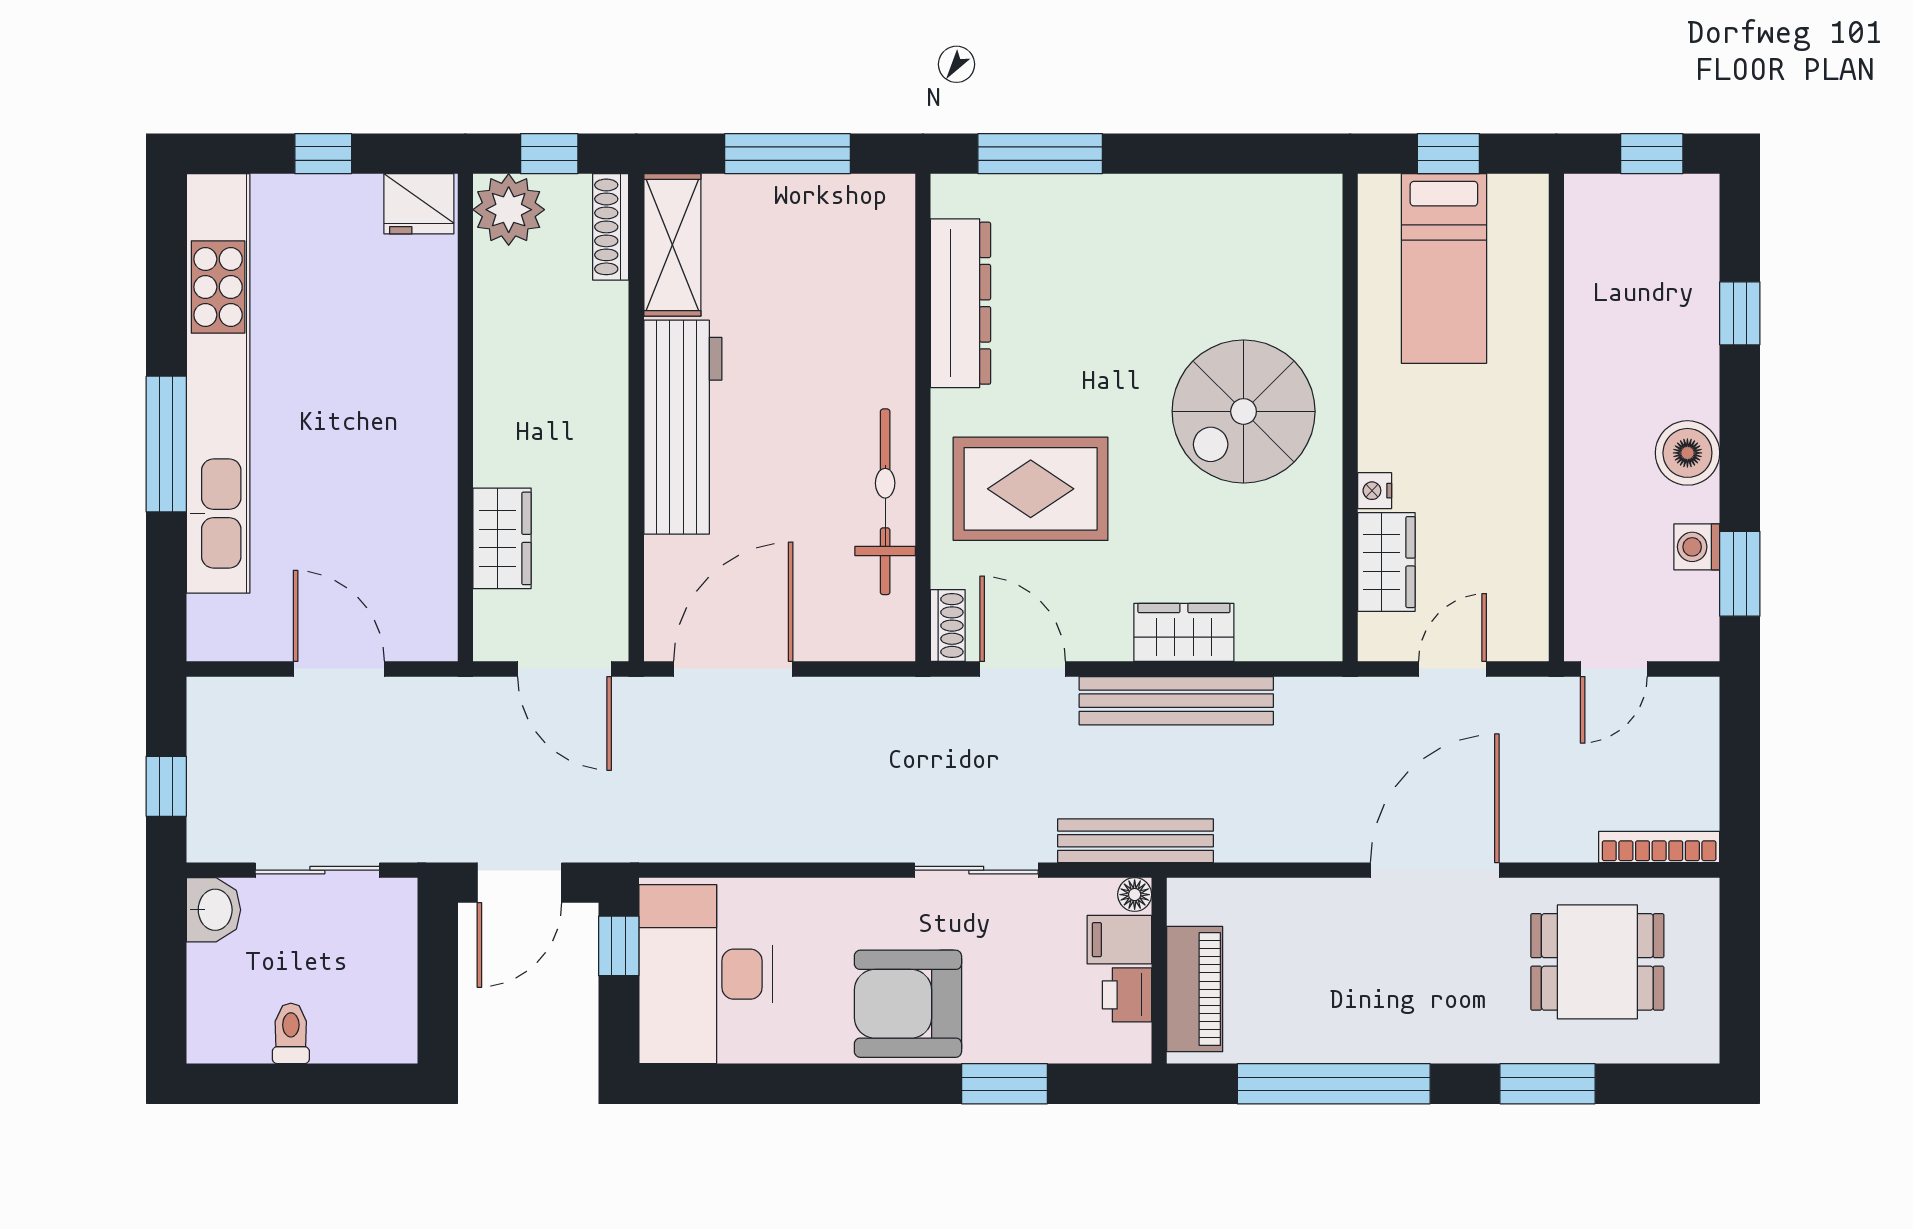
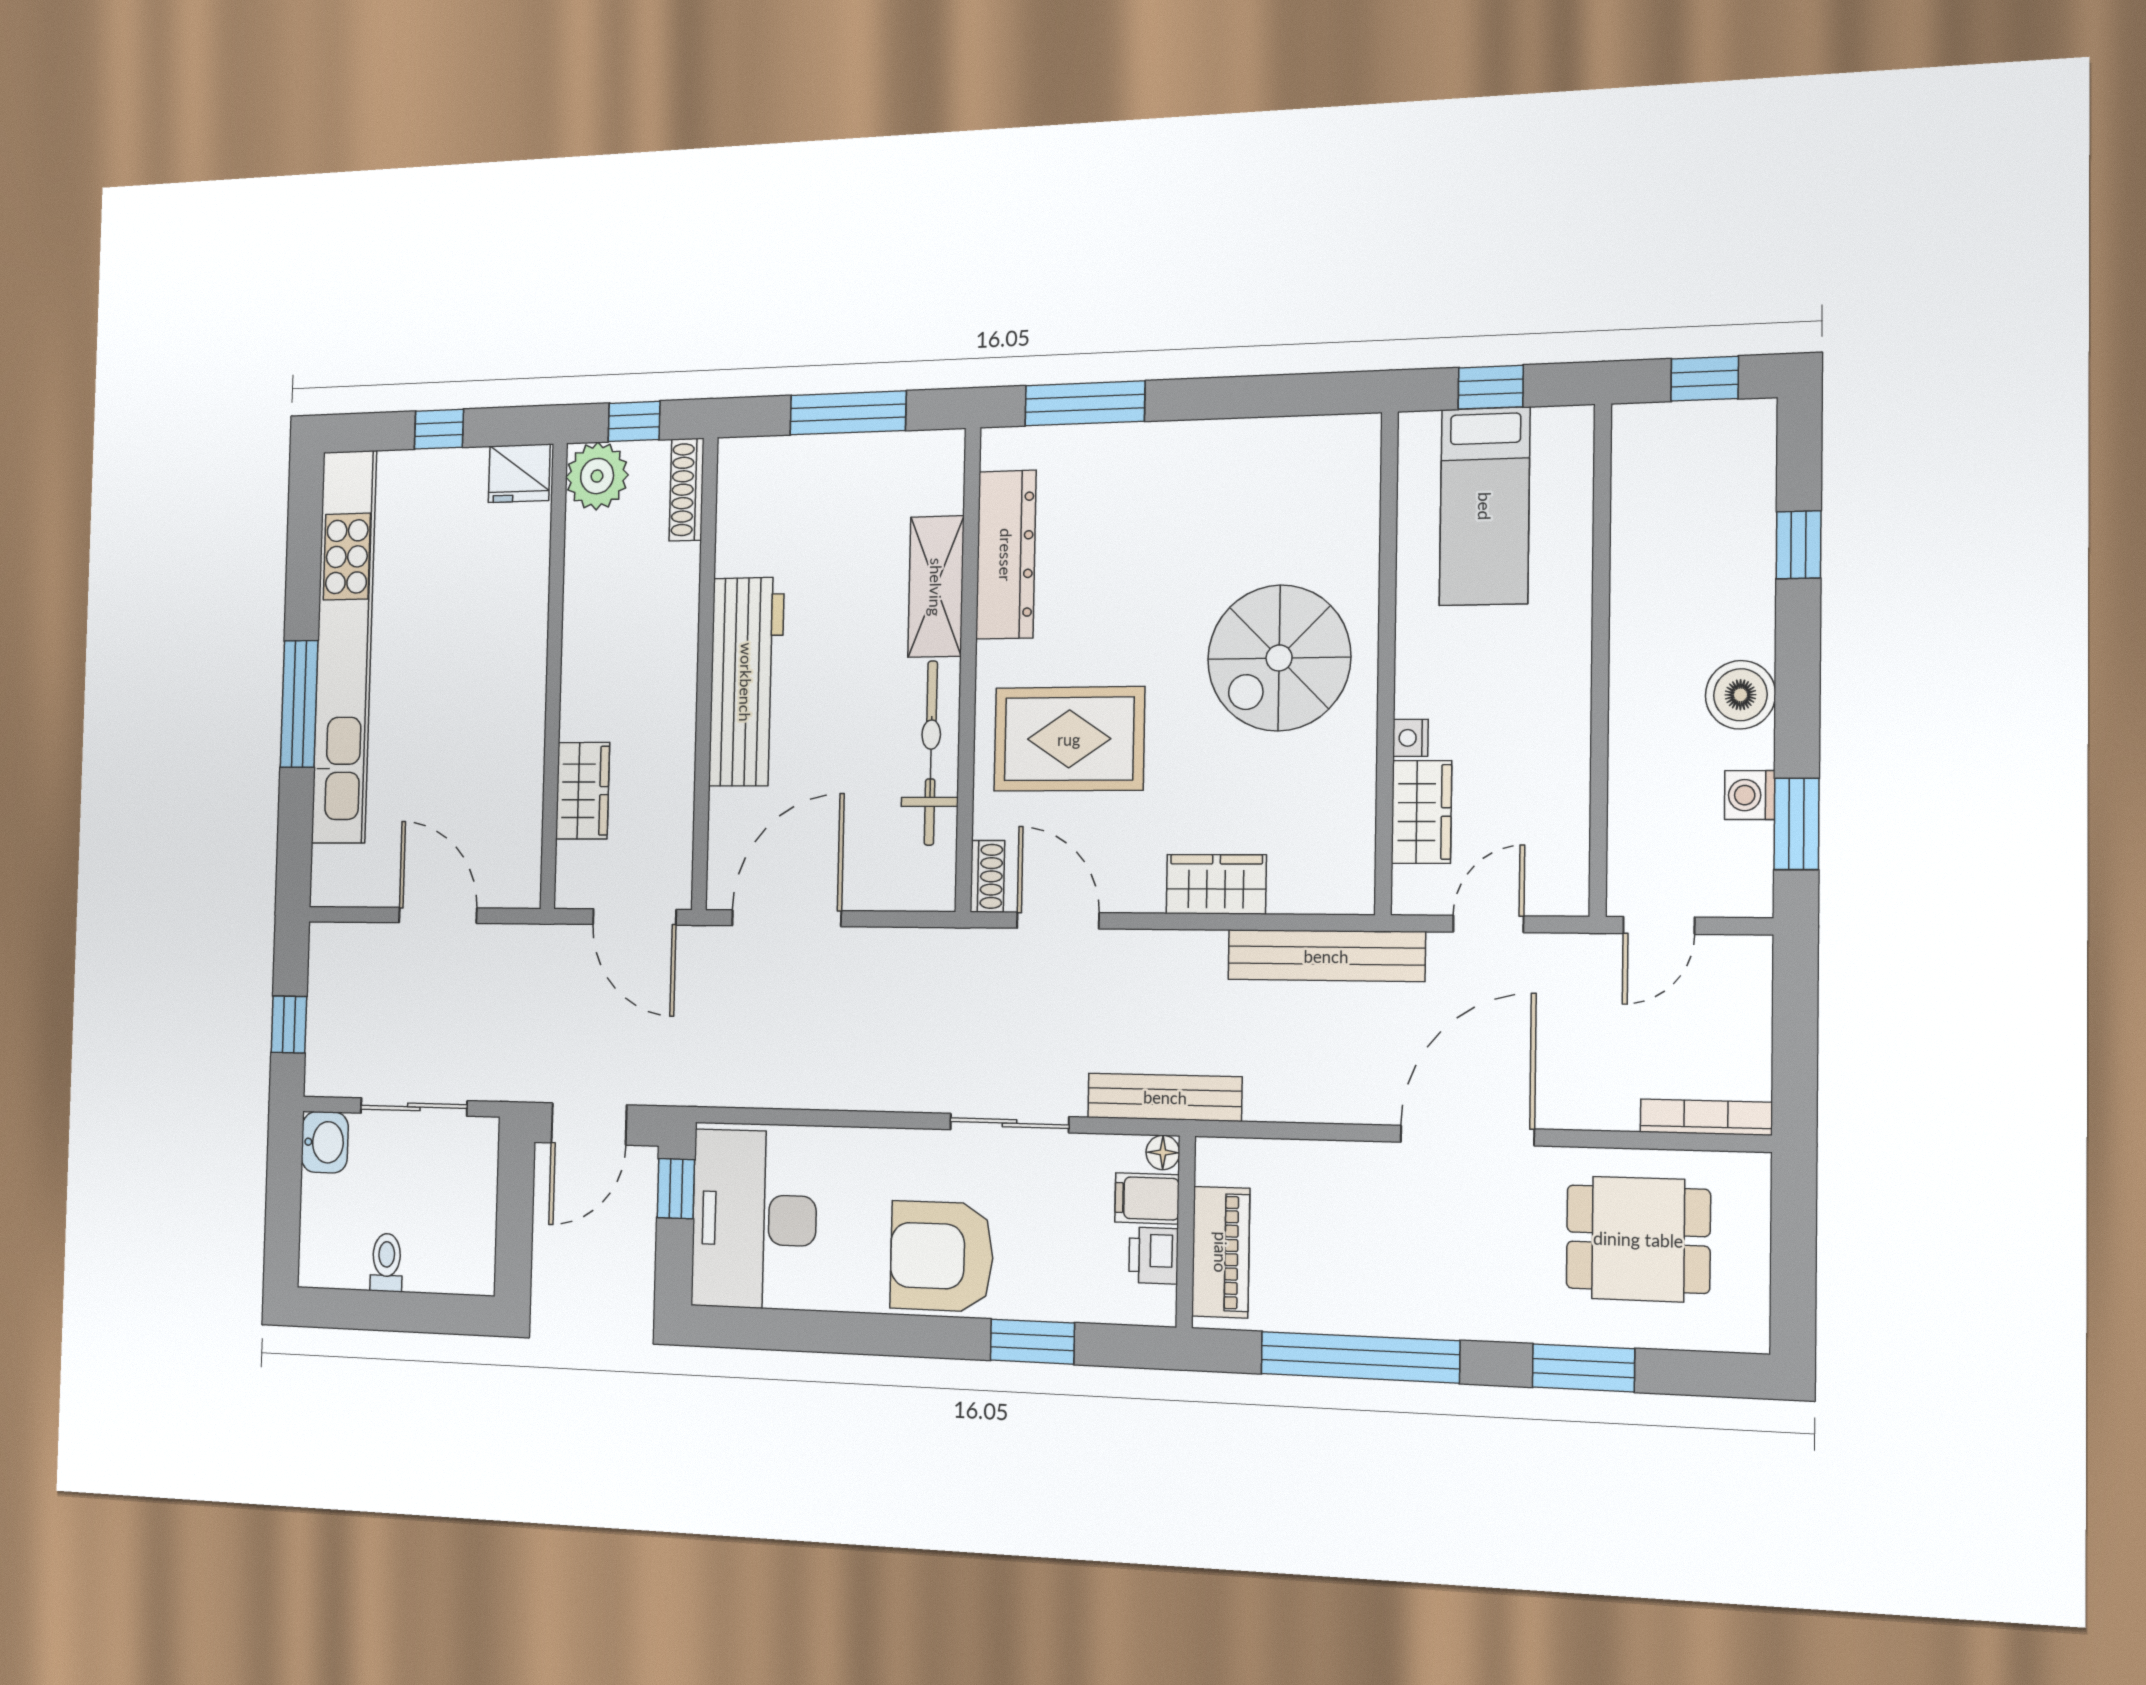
shelving: (672, 245) -> (936, 587), moved
bench: (1176, 701) -> (1326, 956), moved

